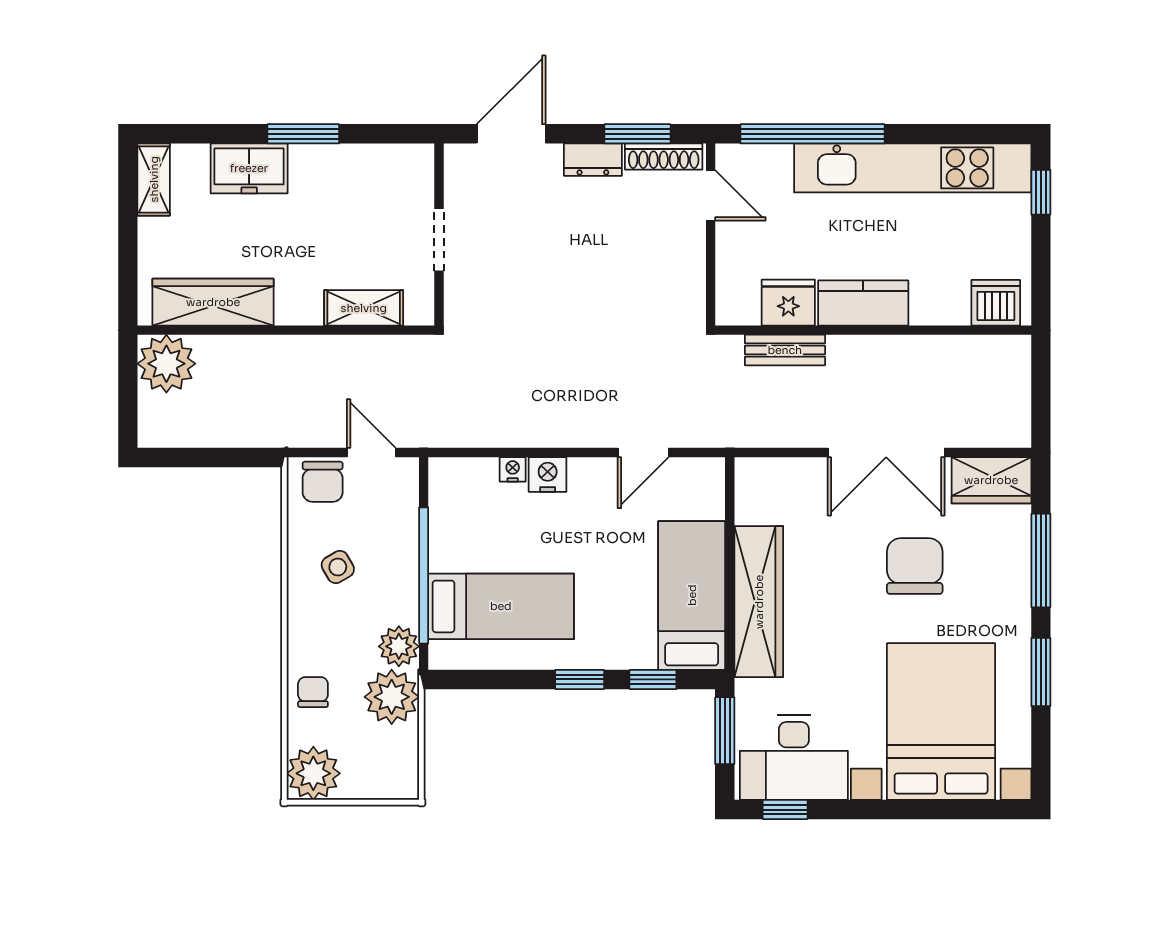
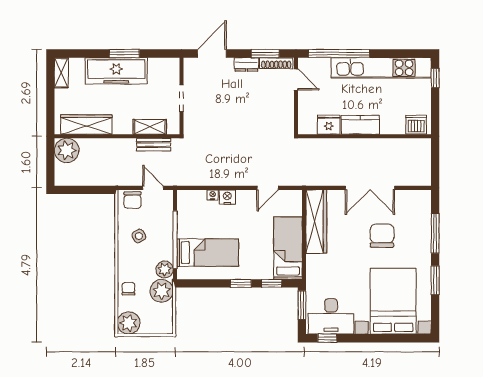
freezer: (249, 168) -> (116, 71), width x1.91, depth x1.26
bench: (785, 350) -> (154, 145), moved
wardrobe: (991, 480) -> (414, 200), removed
wardrobe: (759, 602) -> (316, 222), moved

